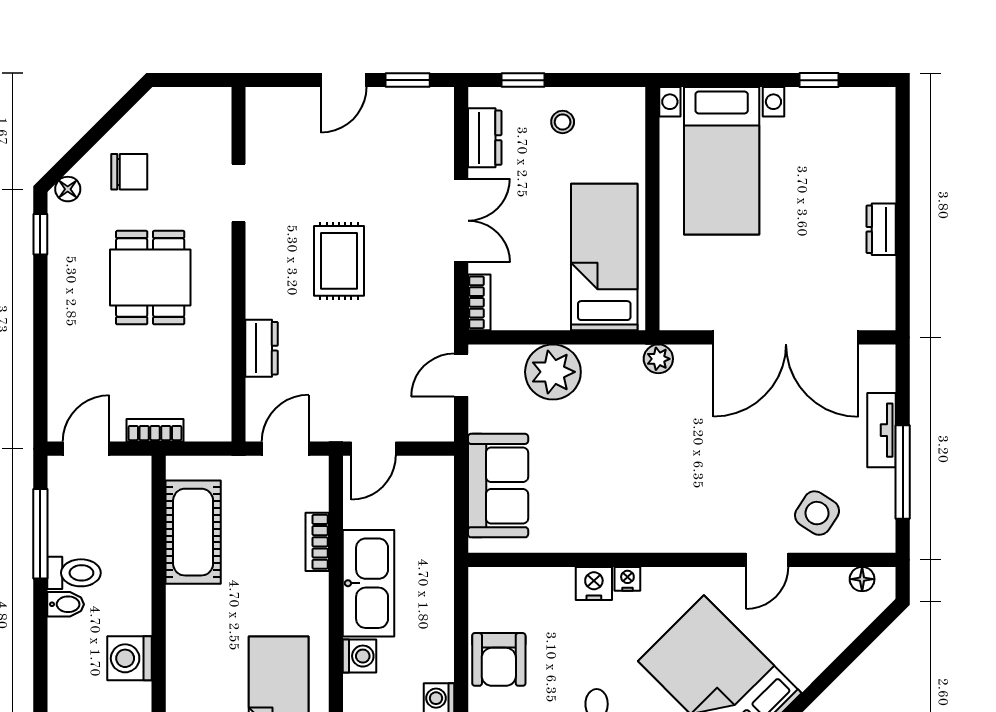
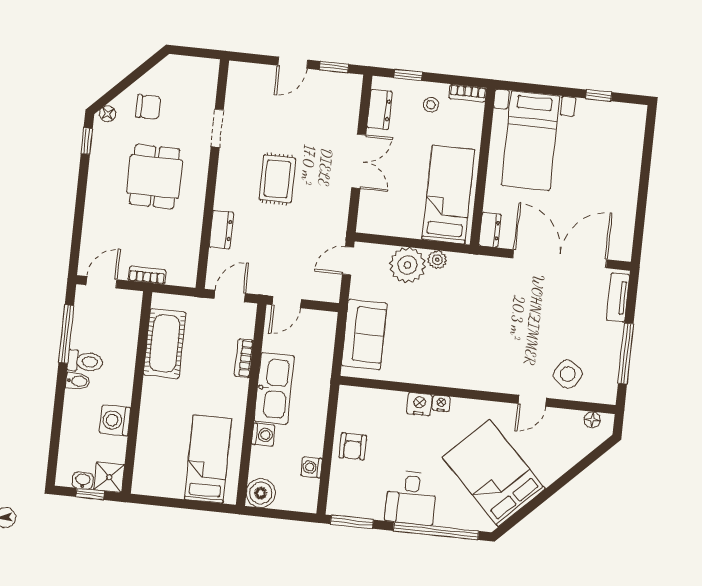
dresser: (881, 229) -> (490, 230), moved, turned 180
bookcase: (479, 302) -> (468, 93), moved, turned 90
double door: (786, 337) -> (560, 259), swing flipped
plant: (658, 359) -> (437, 260), moved
tv unit: (881, 430) -> (618, 297), moved
armchair: (499, 659) -> (353, 446), width x0.72, depth x0.72

